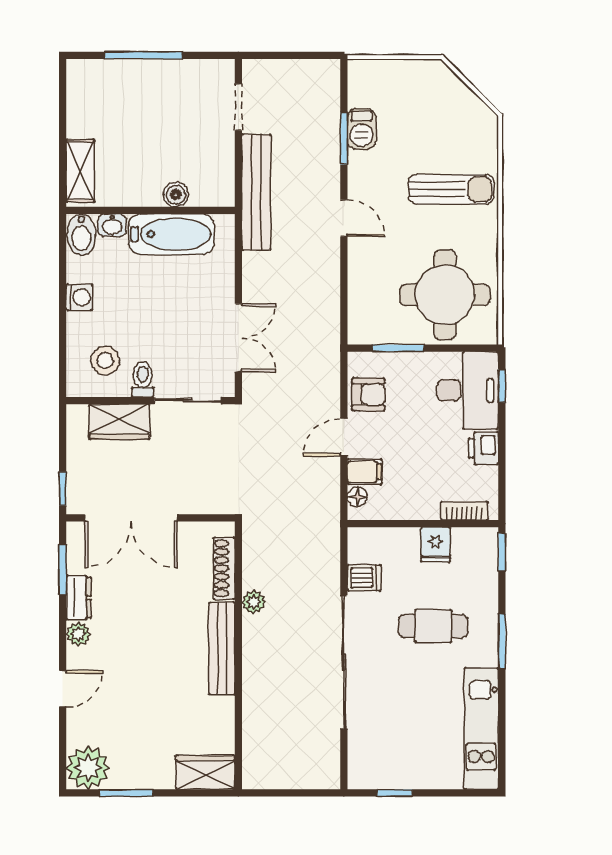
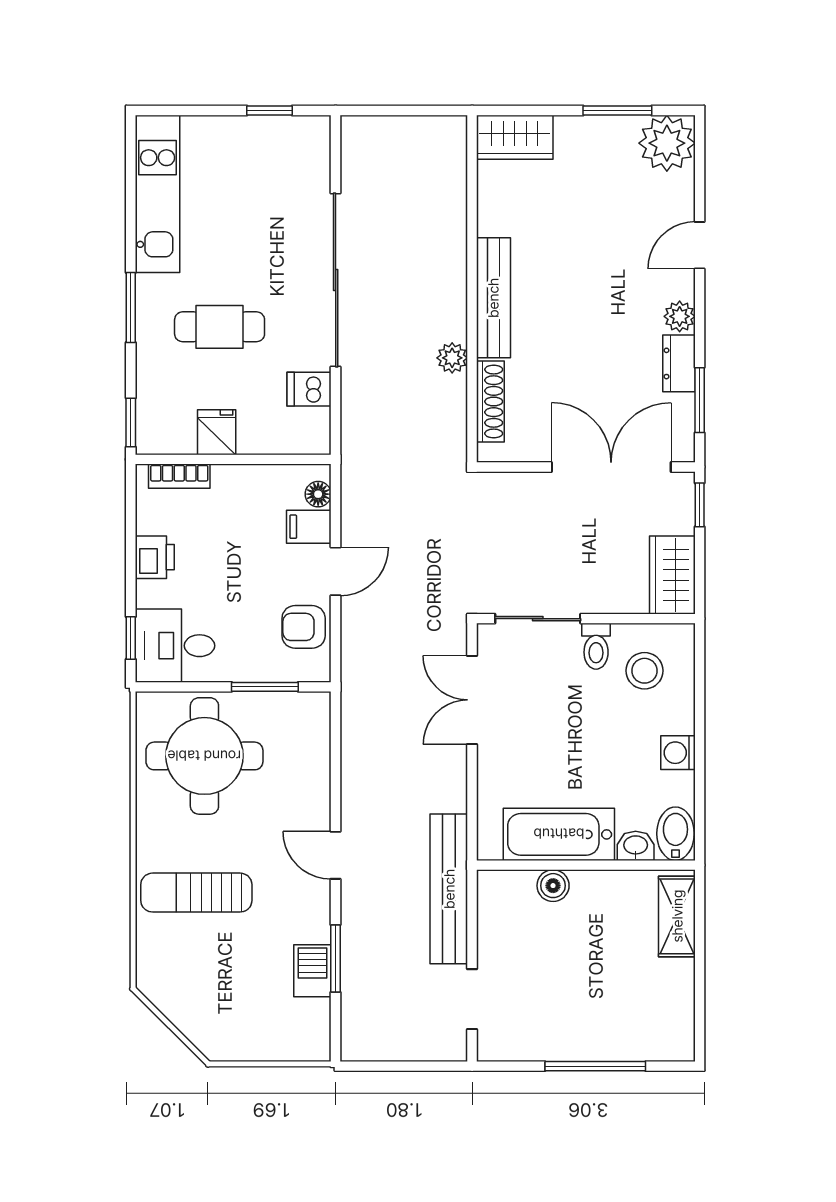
desk: (468, 390) -> (175, 646), width x0.73
wardrobe: (119, 422) -> (672, 575), moved, turned -90

